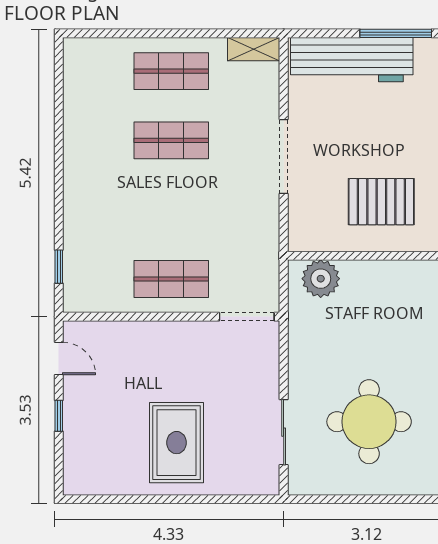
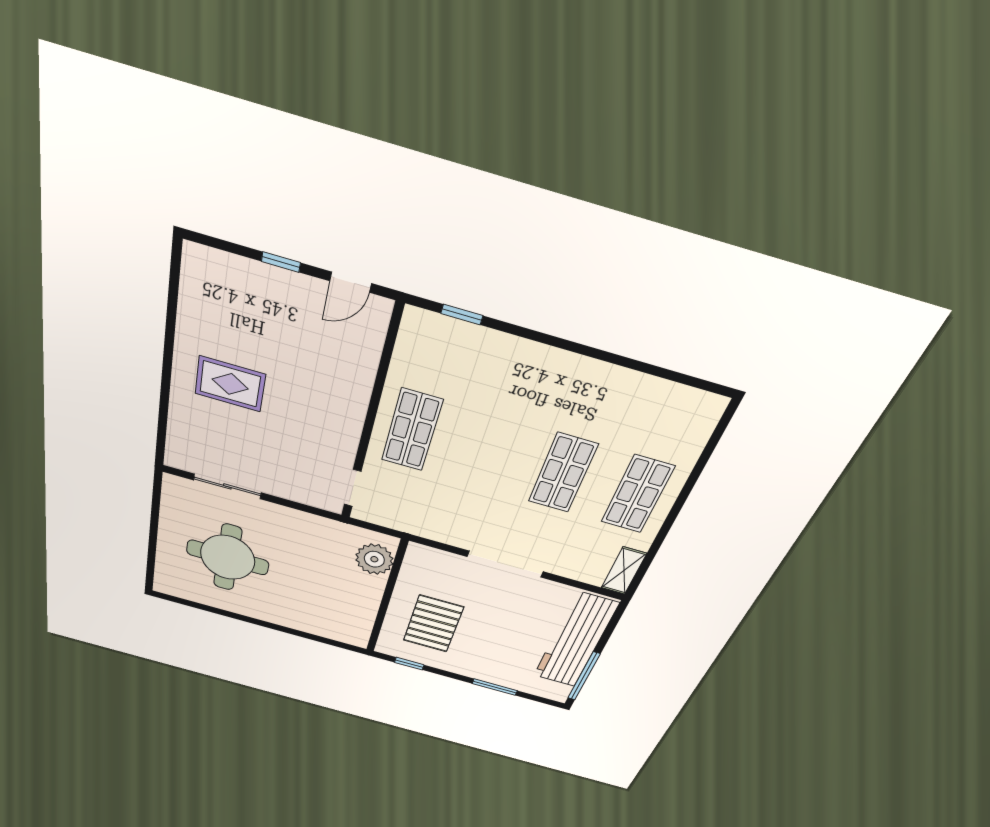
doorway: (247, 317) -> (353, 488), width x0.73
rug: (177, 443) -> (230, 384), width x0.73, depth x0.70

